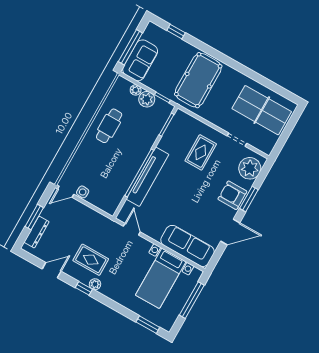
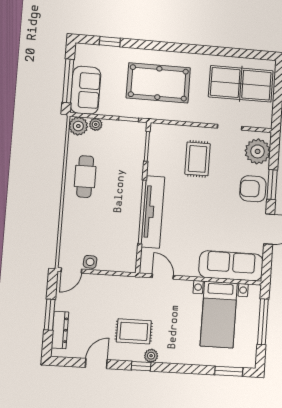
pool table: (198, 80) -> (158, 83), turned 90
plant: (147, 99) -> (78, 126), moved

